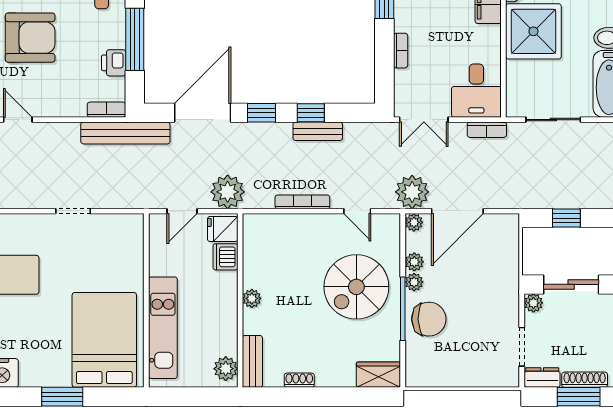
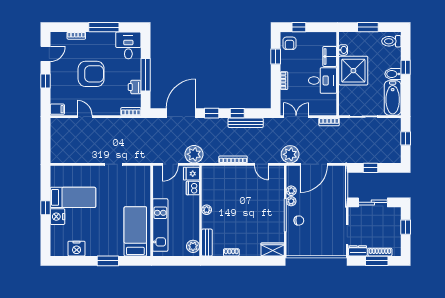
desk: (476, 91) -> (323, 80), moved, turned -90
double door: (424, 120) -> (296, 117), swing flipped
bench: (318, 131) -> (246, 123), width x1.36
bench: (125, 133) -> (141, 124), removed
plant: (414, 222) -> (291, 170), removed
spiral stairs: (356, 287) -> (261, 204), removed
plant: (533, 303) -> (353, 212), removed
chair: (429, 319) -> (299, 221), width x0.54, depth x0.54
bed: (104, 340) -> (135, 231), width x0.67

